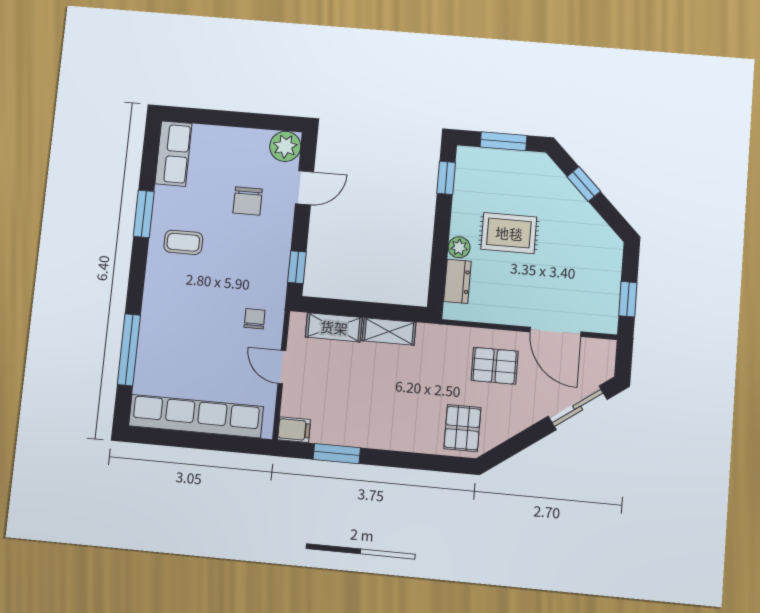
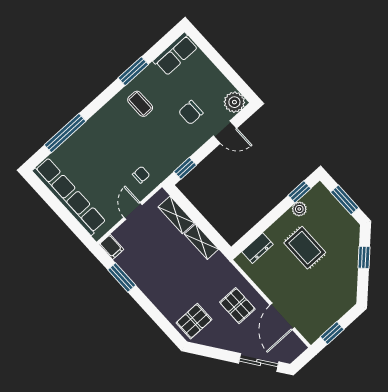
plant: (459, 247) -> (299, 209), moved

